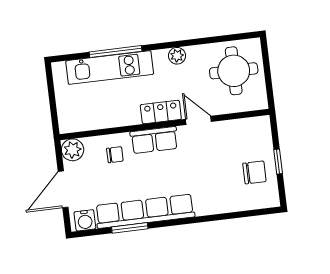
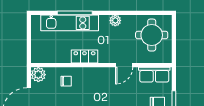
locker: (161, 112) -> (84, 57), moved
door: (198, 120) -> (124, 65), swing flipped
row of seats: (154, 140) -> (154, 75), moved

